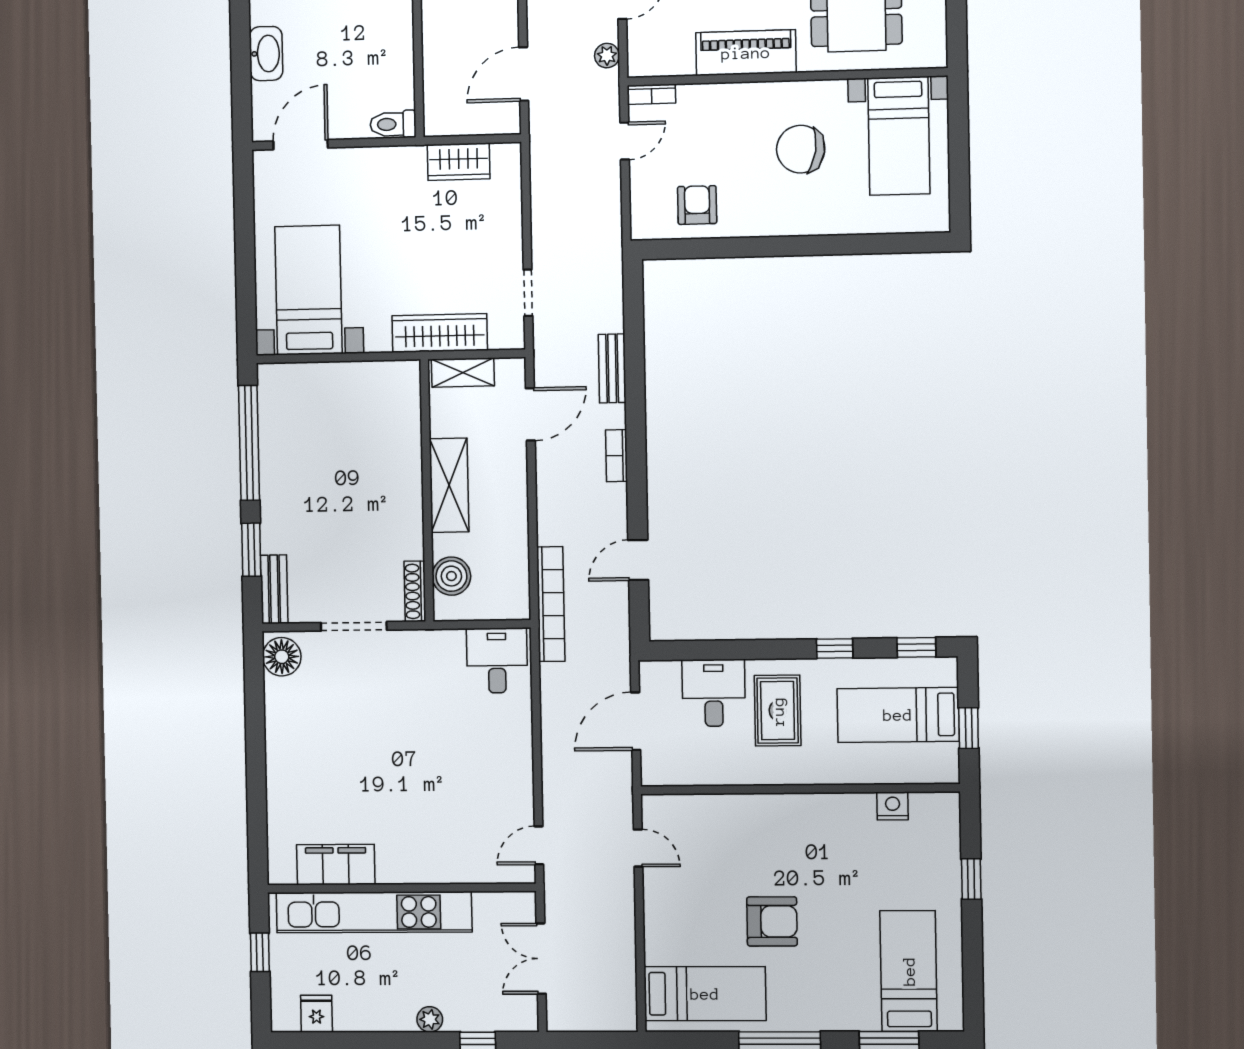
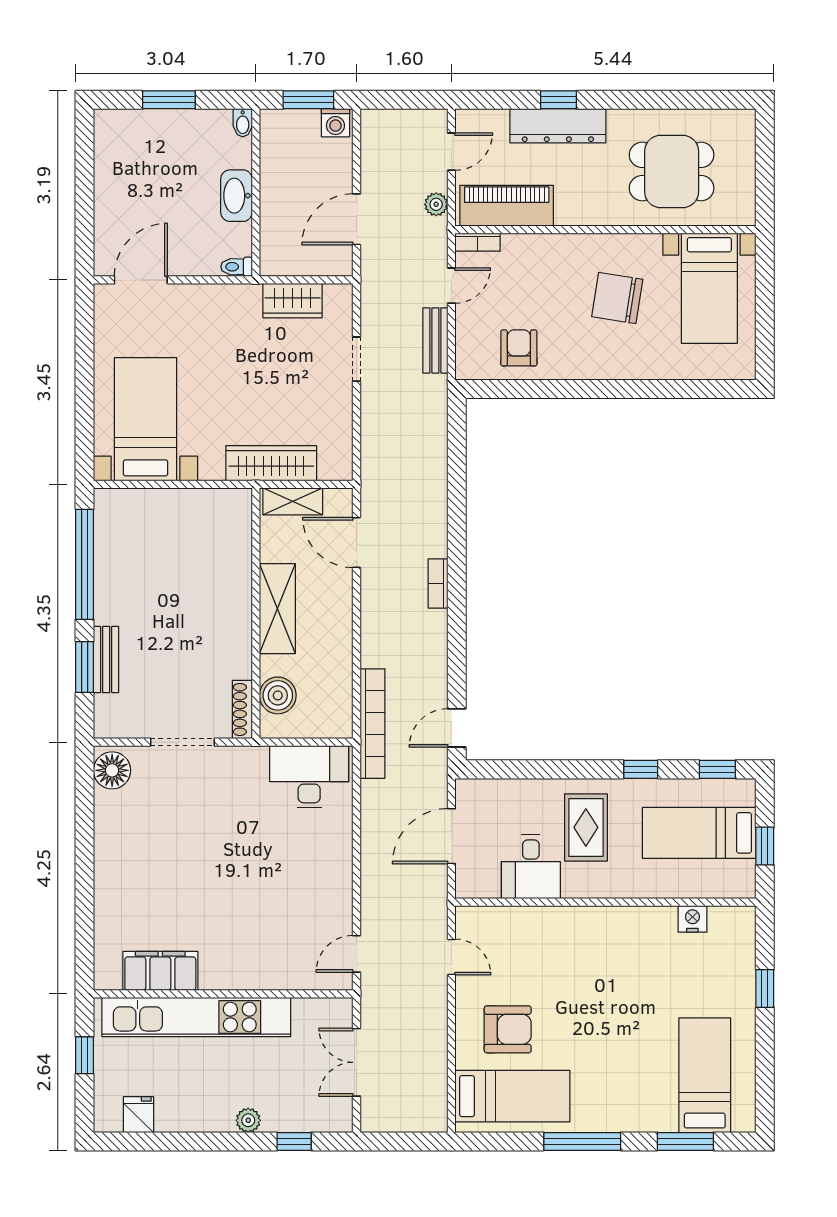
piano: (746, 53) -> (507, 206), moved
washbasin: (266, 54) -> (236, 196), moved, turned 180
toilet: (393, 124) -> (237, 267), width x0.73, depth x0.72
doorway: (528, 293) -> (357, 359), moved
bench: (612, 368) -> (435, 340), moved
door: (530, 414) -> (357, 543), swing flipped
door: (638, 560) -> (457, 728), moved
bench: (274, 589) -> (106, 659), moved
desk: (497, 660) -> (309, 777), width x1.37
desk: (714, 693) -> (531, 867), moved, turned 180
armchair: (772, 921) -> (508, 1029), moved

